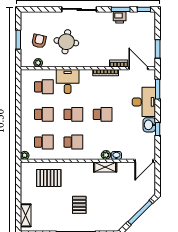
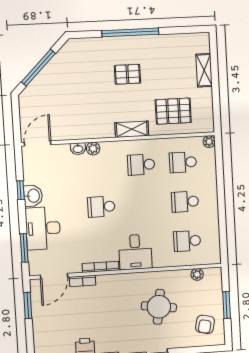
armchair: (39, 41) -> (205, 324), moved
door: (138, 68) -> (54, 276), hinge flipped
desk: (68, 81) -> (135, 252), moved
school desk: (73, 114) -> (143, 204), removed
shelving: (105, 167) -> (132, 129), moved
pallet: (79, 205) -> (127, 74), turned 90
shelving: (26, 215) -> (204, 70), moved

